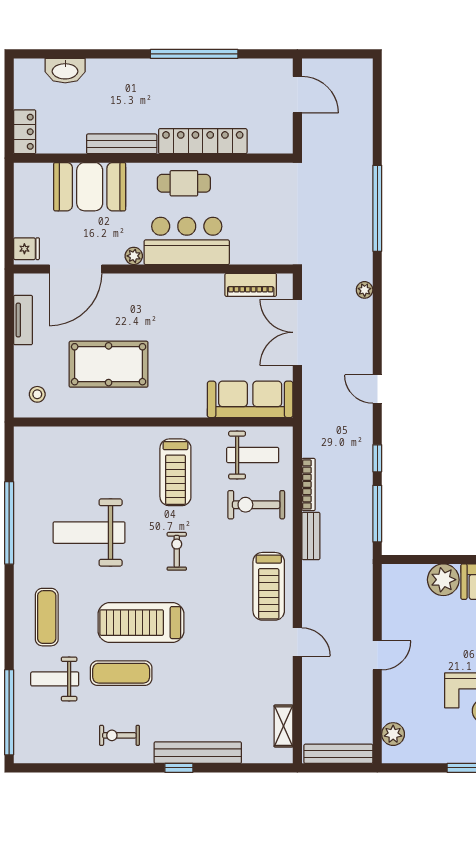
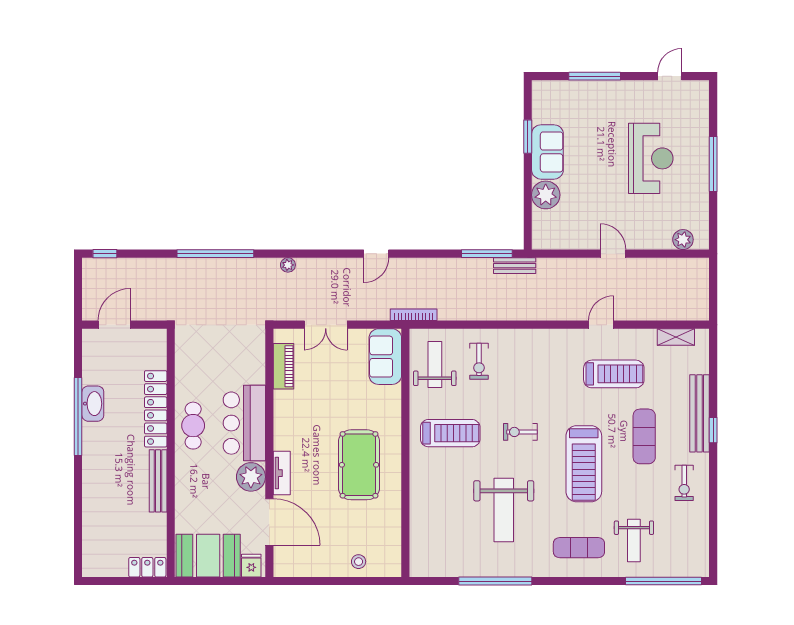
washbasin: (65, 71) -> (93, 404), moved
booth: (90, 187) -> (208, 556), moved, turned 90
plant: (134, 256) -> (251, 477), width x1.88, depth x1.88
tv unit: (23, 320) -> (282, 473), moved, turned 90
double door: (297, 332) -> (326, 325), width x0.73
pool table: (109, 364) -> (359, 465), moved
stool: (37, 394) -> (359, 562), moved
sofa: (250, 399) -> (385, 357), width x0.73
window: (377, 458) -> (105, 254), moved
bookcase: (309, 484) -> (414, 315), moved
exercise bike: (256, 505) -> (479, 361), width x0.73, depth x0.72
bench: (311, 536) -> (515, 266), moved
treadmill: (269, 586) -> (614, 374), moved
exercise mat: (121, 673) -> (644, 436), moved
bench: (338, 754) -> (701, 288), removed

